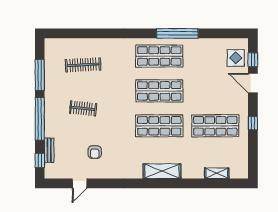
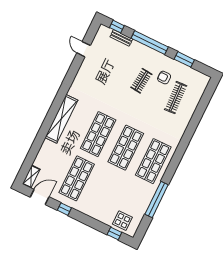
window: (177, 33) -> (157, 200), moved
window: (40, 75) -> (184, 59), width x0.69
door: (253, 83) -> (40, 197), moved
armchair: (95, 152) -> (164, 78), moved
shelving: (162, 171) -> (61, 119), width x1.47
shelving: (217, 173) -> (31, 177), moved

